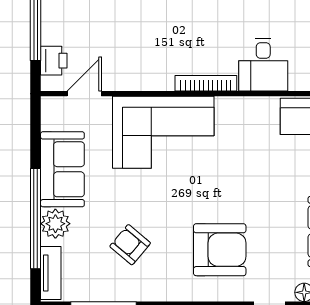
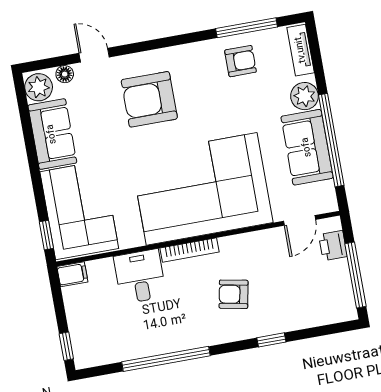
armchair: (168, 28) -> (234, 294), added
corner sofa: (163, 132) -> (202, 189), width x1.36, depth x1.36
window: (36, 219) -> (331, 140), moved
armchair: (130, 245) -> (240, 61), moved, turned -40

